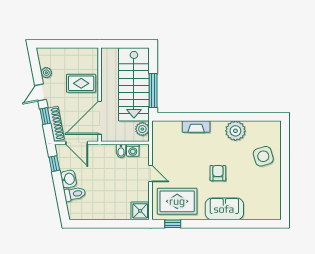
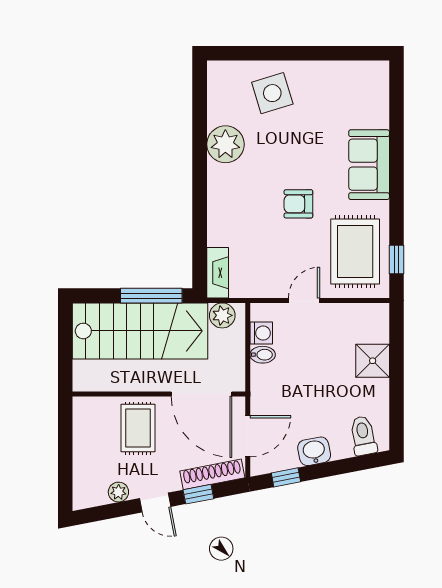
fireplace: (196, 127) -> (218, 273), moved
armchair: (218, 173) -> (298, 204), moved
toilet: (75, 194) -> (363, 436), moved
shower: (140, 211) -> (373, 361), moved

